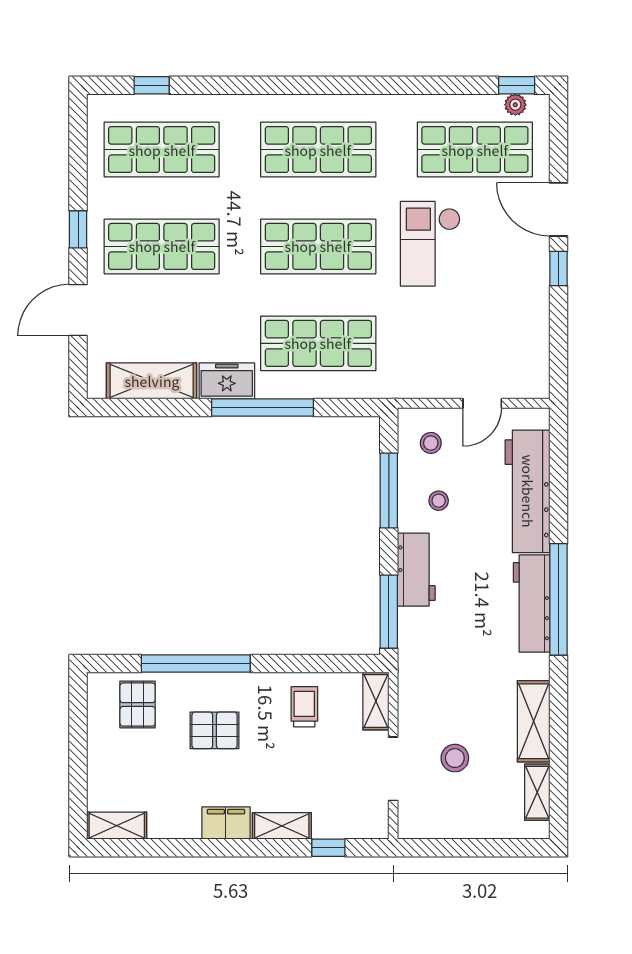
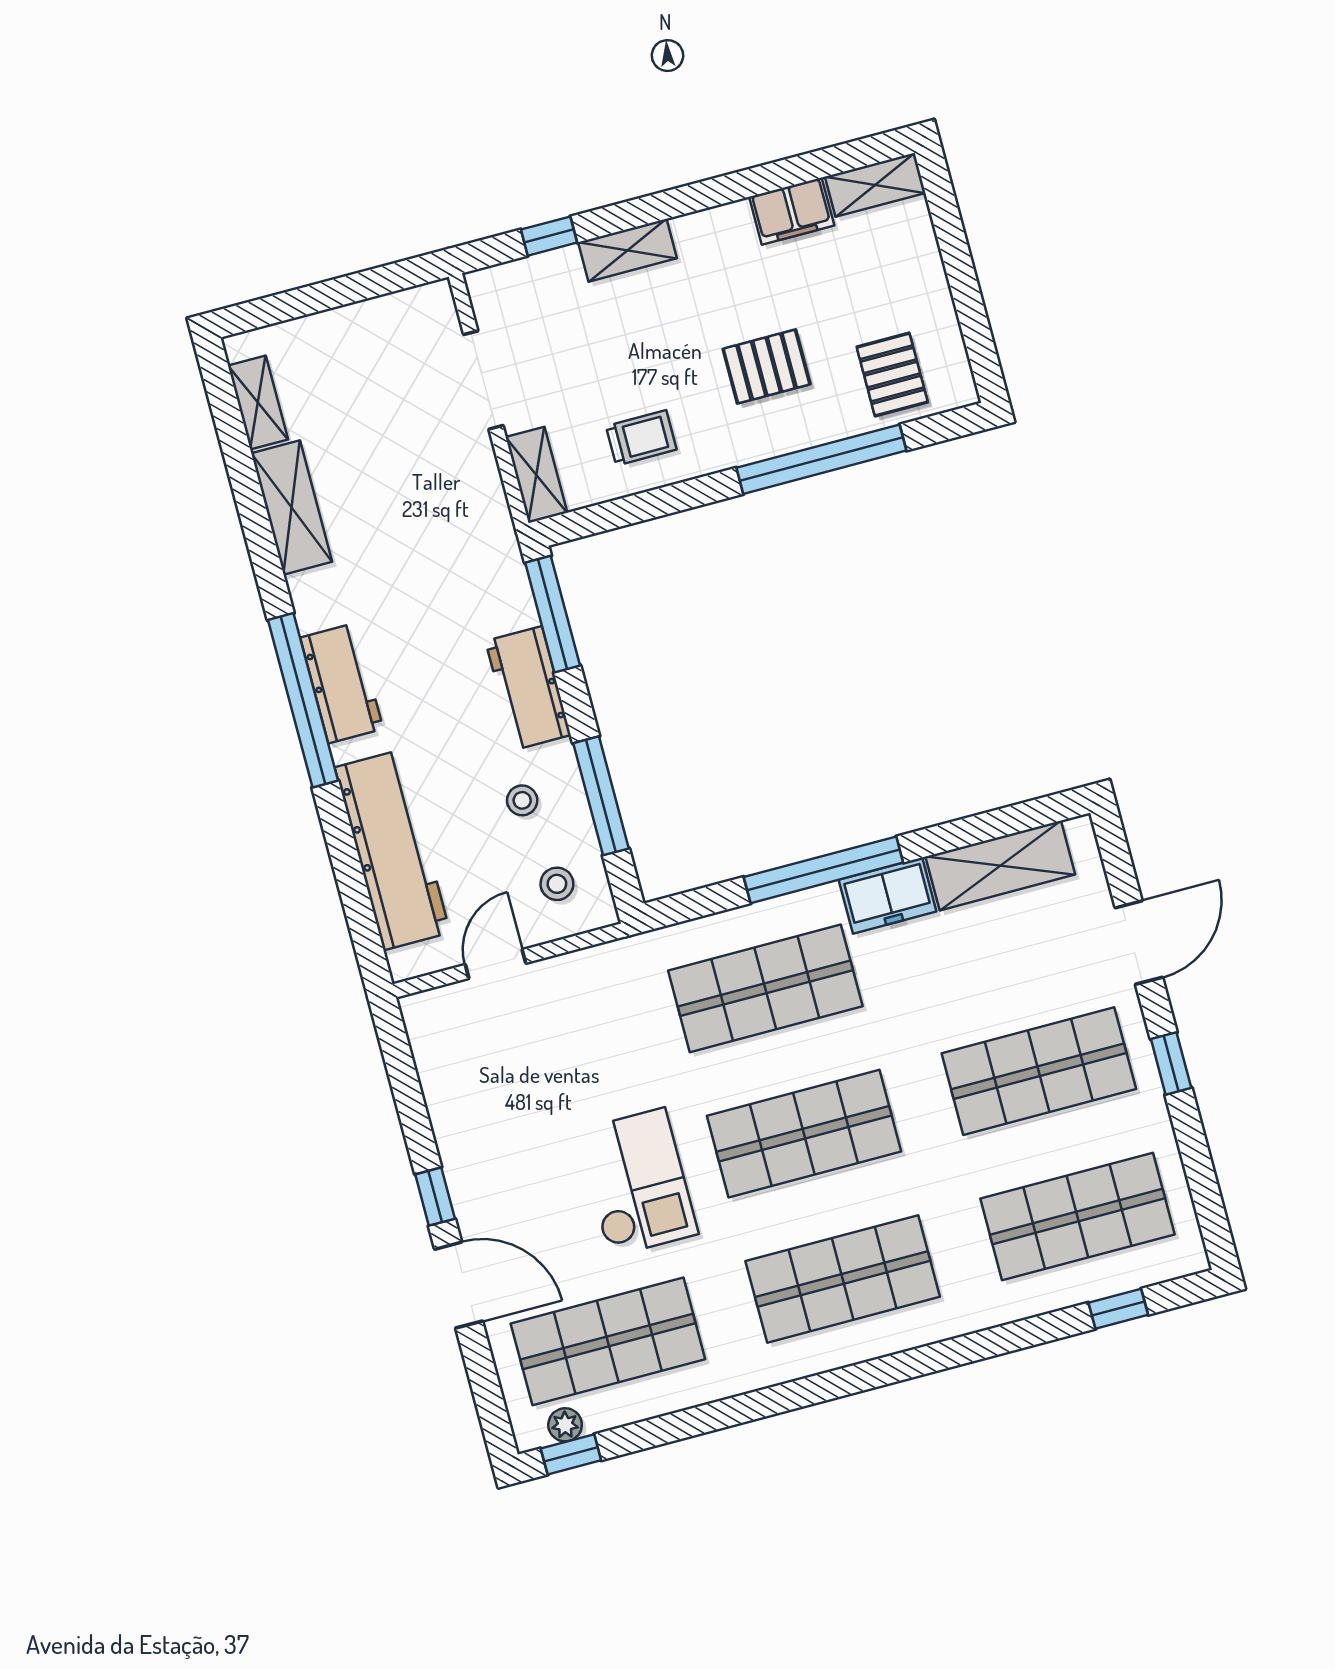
workbench: (532, 604) -> (342, 683), width x0.73
trolley: (304, 707) -> (641, 438), turned -90
stool: (455, 758) -> (395, 421), removed
filing cabinet: (226, 823) -> (792, 211), moved

